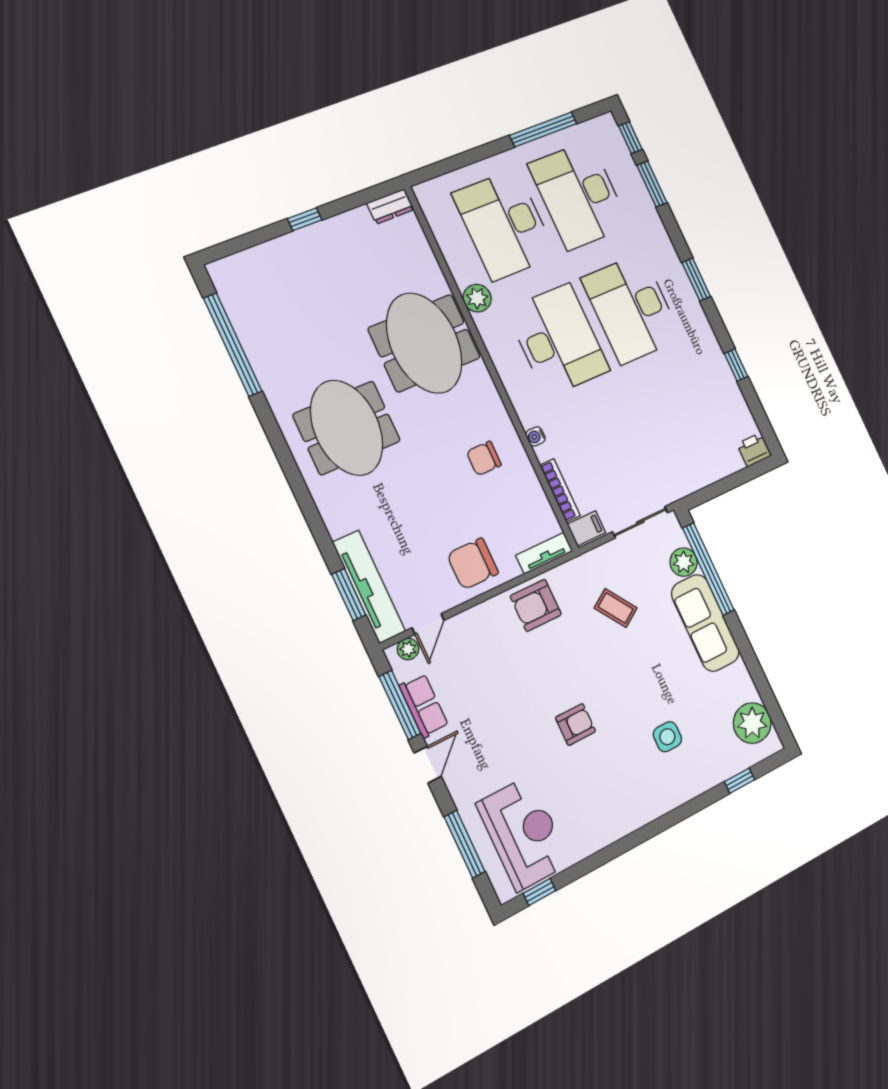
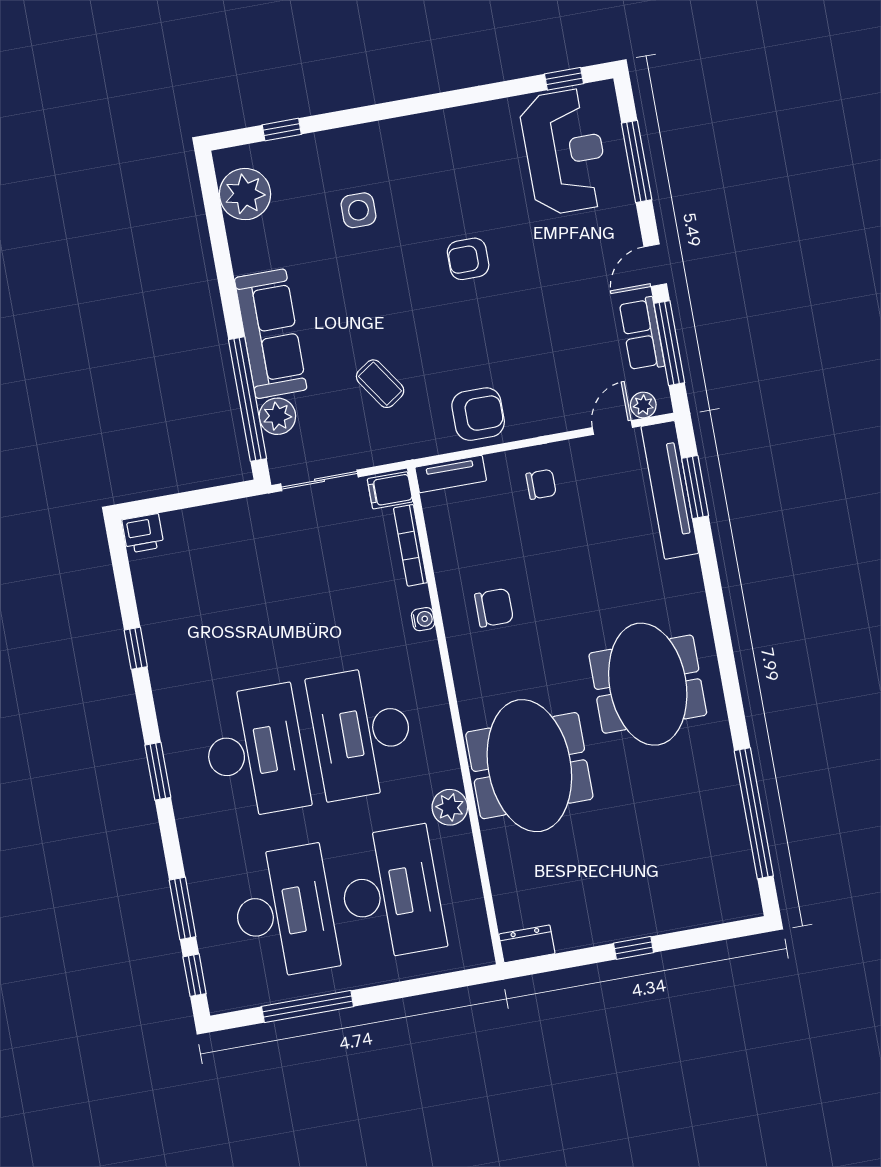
chair: (473, 564) -> (541, 484), width x0.54, depth x0.54
reception desk: (524, 833) -> (565, 152), turned 180

